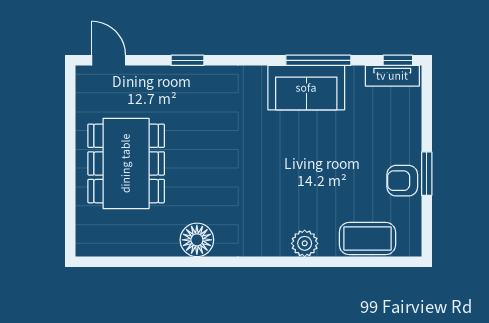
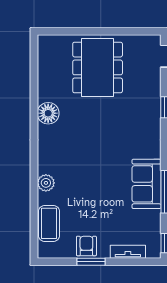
tv unit: (392, 76) -> (128, 252), moved, turned 90
dining table: (126, 163) -> (98, 67), turned 90

